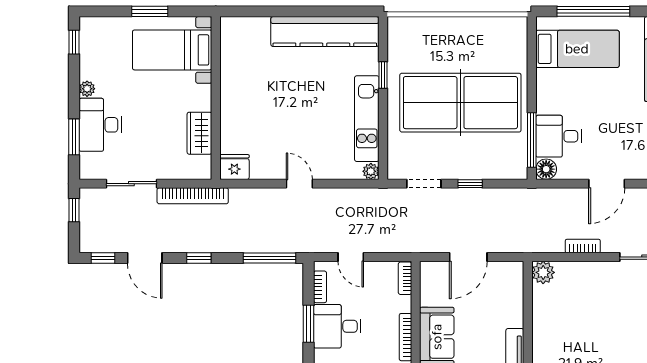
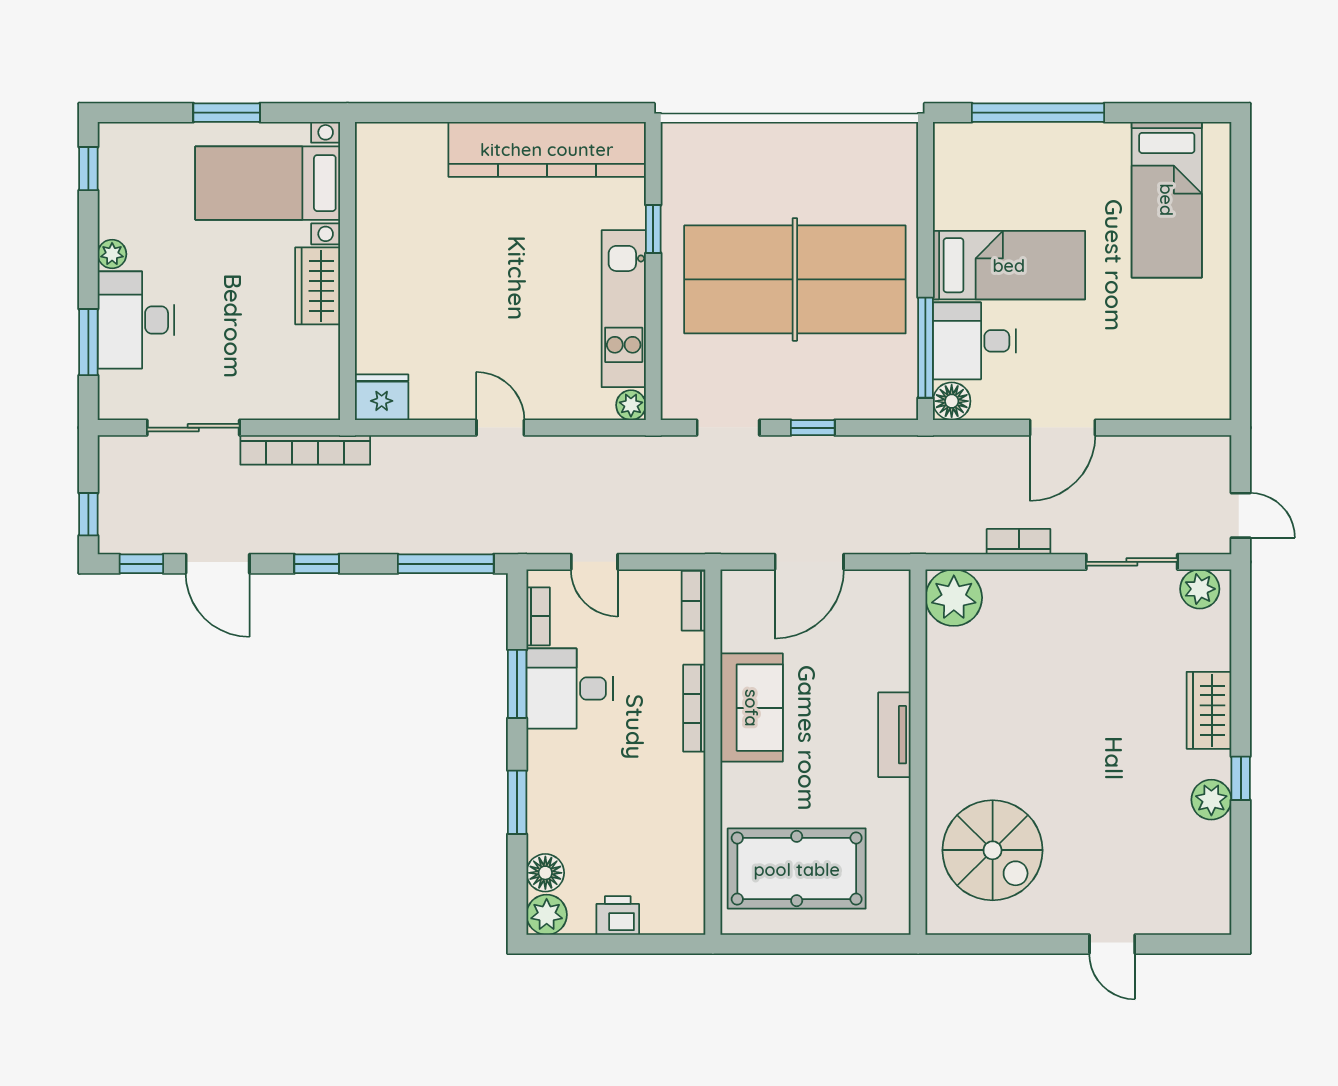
bed: (577, 49) -> (1009, 265), moved
wardrobe: (199, 133) -> (318, 286), moved
window: (74, 210) -> (88, 514), moved
plant: (543, 272) -> (954, 598), width x1.36, depth x1.36

